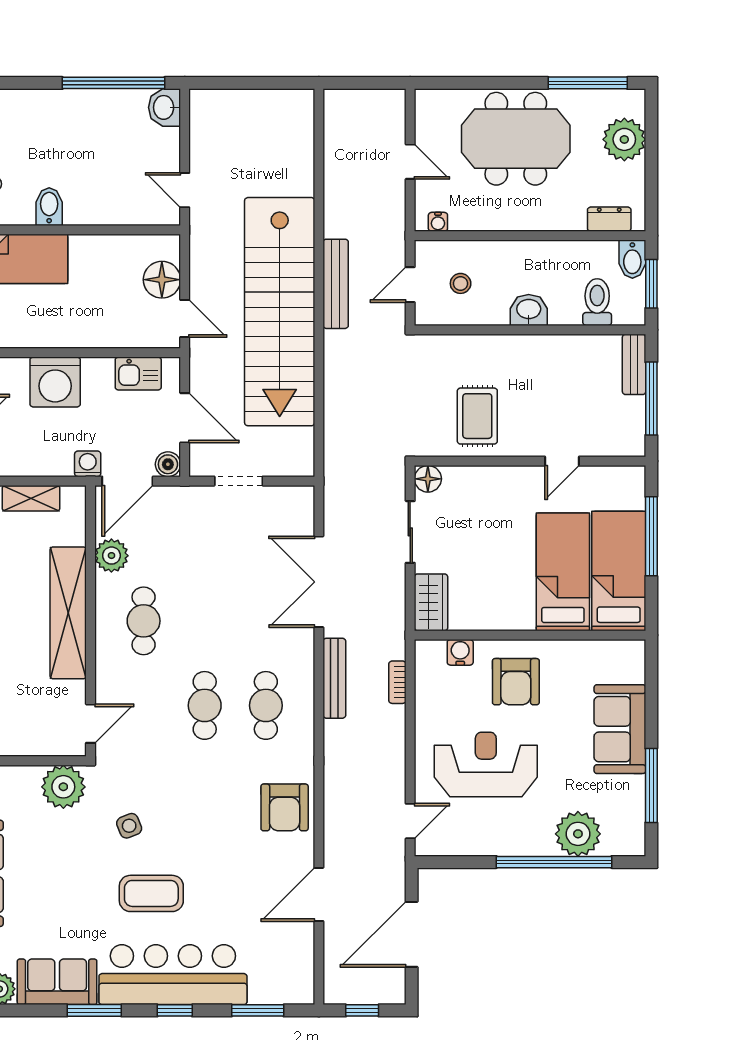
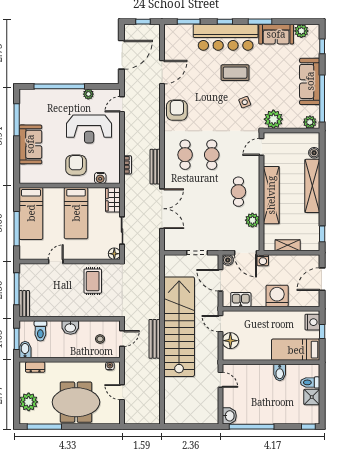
door: (127, 481) -> (245, 253), swing flipped
bed: (563, 572) -> (76, 213), moved
plant: (578, 834) -> (88, 94), moved, width x0.53, depth x0.53

